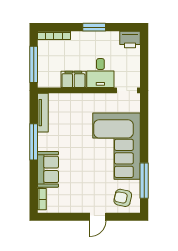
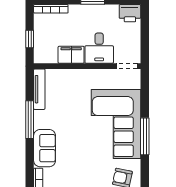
window: (34, 64) -> (30, 39), width x0.46
window: (144, 181) -> (145, 136), moved

